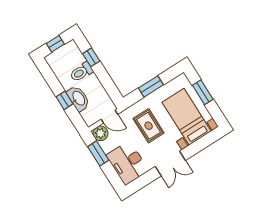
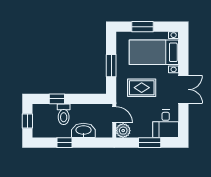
window: (65, 100) -> (64, 143), moved
door: (109, 117) -> (114, 115), hinge flipped
window: (98, 153) -> (150, 143), moved
desk: (127, 163) -> (166, 124), width x0.73

